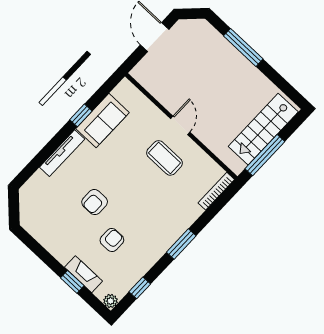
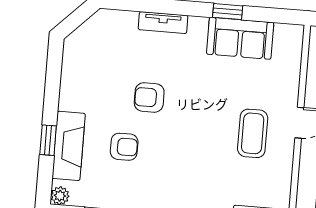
tv unit: (62, 153) -> (163, 23), width x0.71
fireplace: (84, 274) -> (69, 146), width x1.37, depth x1.32

